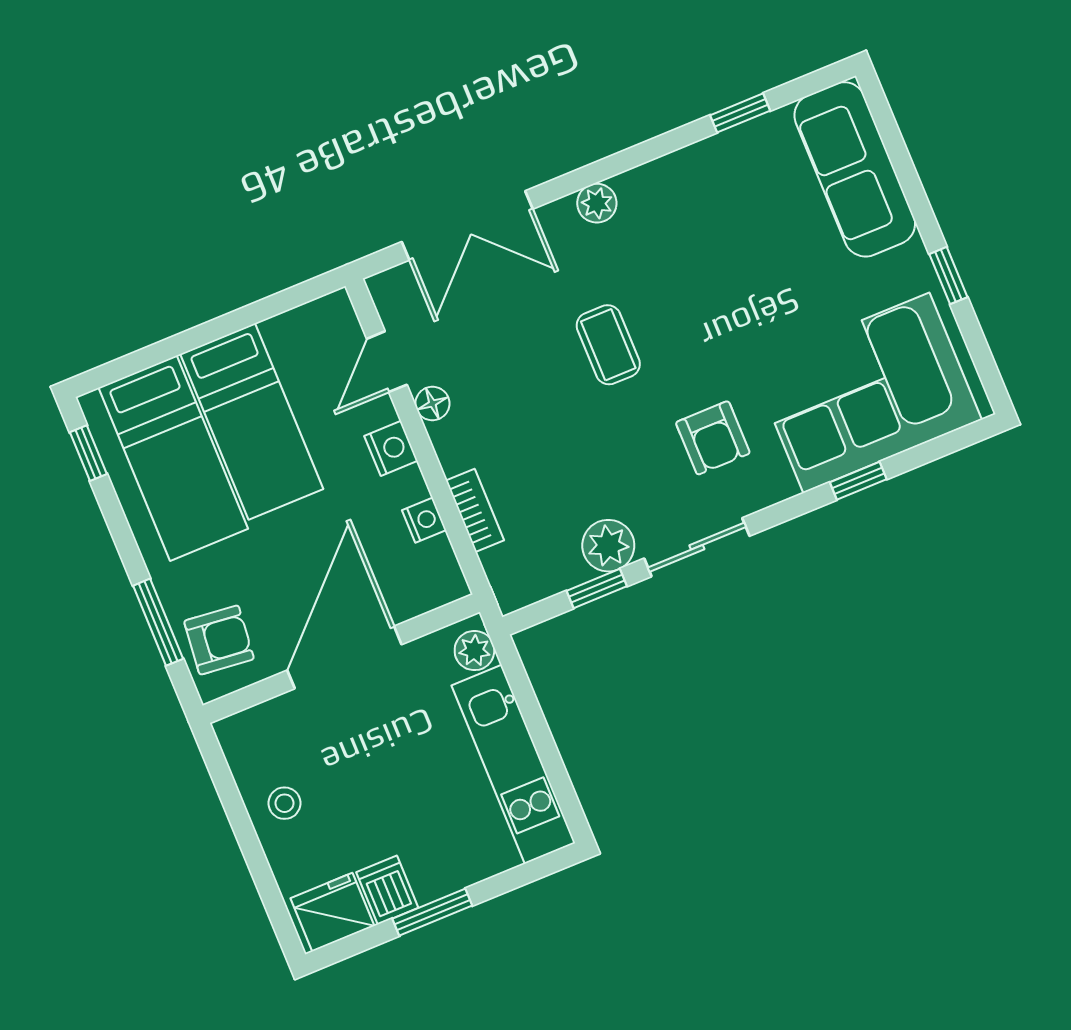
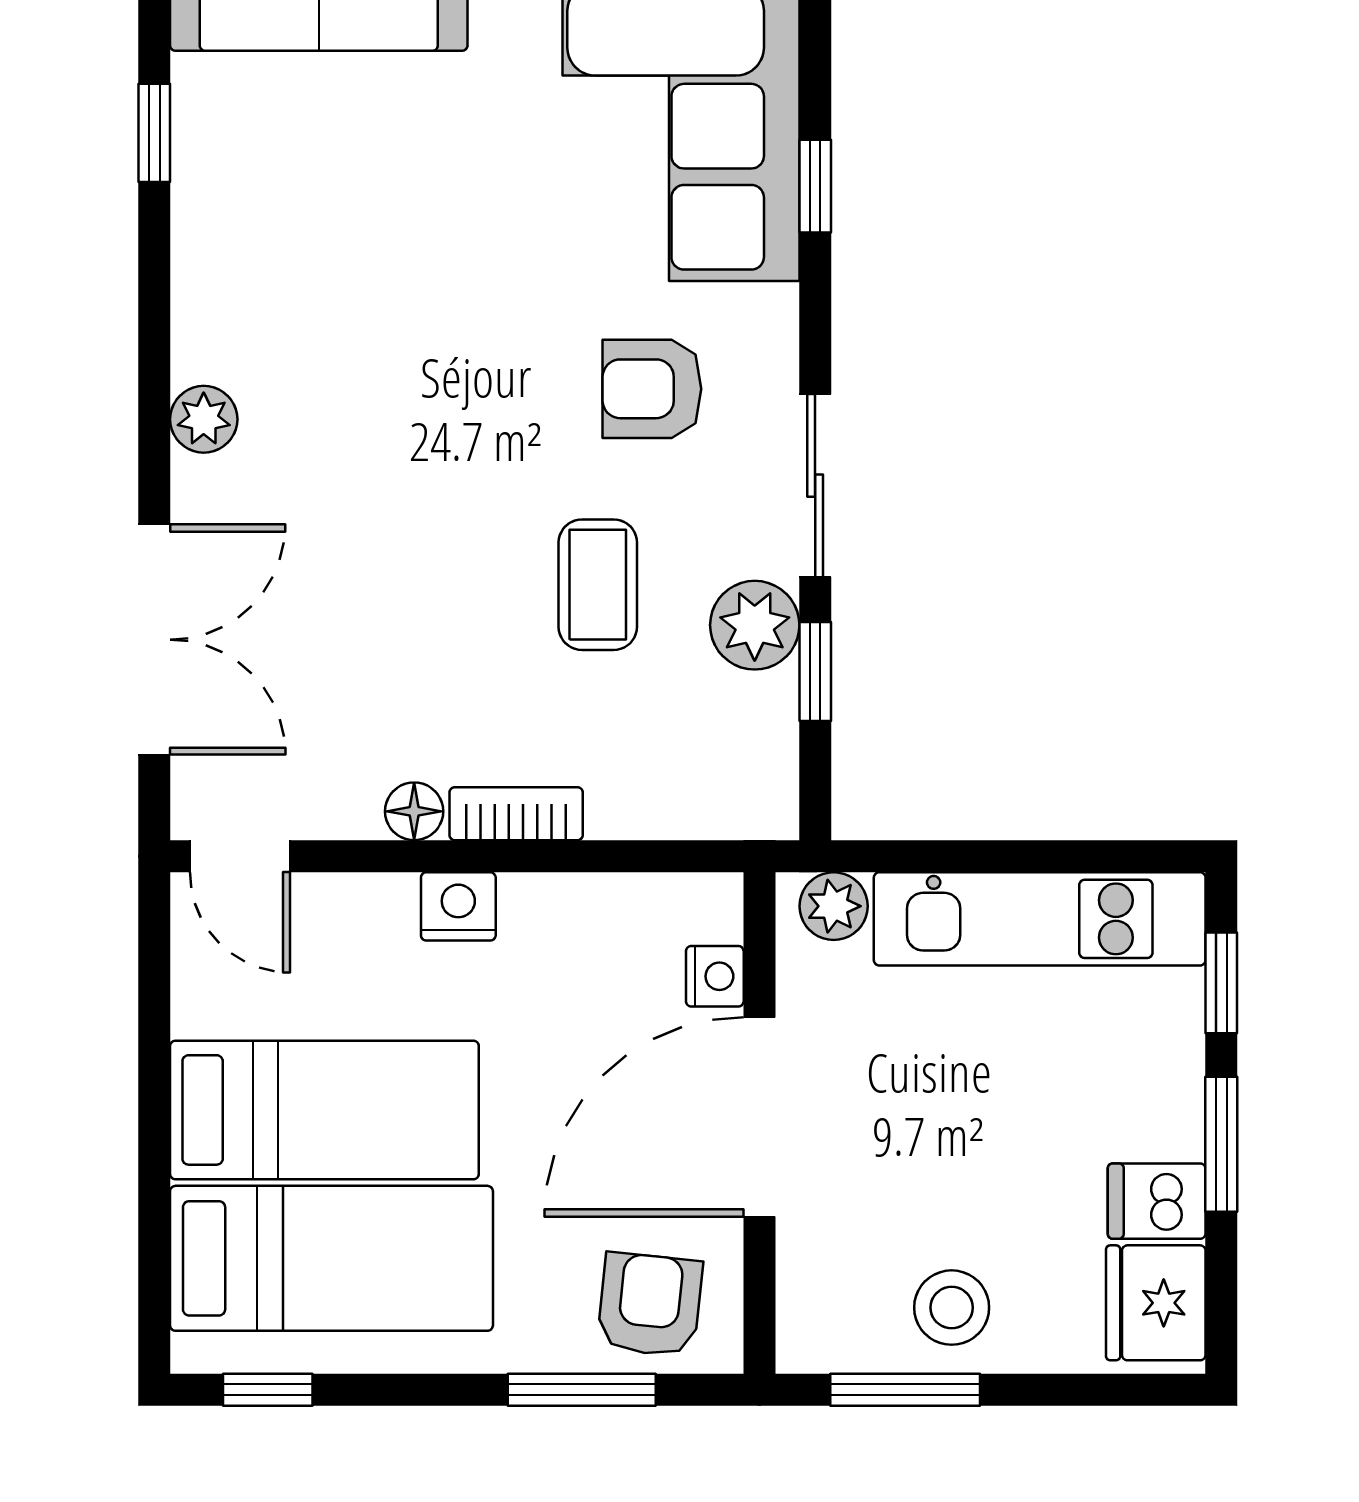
coffee table: (608, 345) -> (598, 585), moved, turned 90
door: (387, 362) -> (240, 856), moved
armchair: (713, 438) -> (652, 389), turned 180
bookcase: (475, 510) -> (516, 814), moved
nightstand: (424, 520) -> (715, 976), moved, turned 90
door: (344, 657) -> (759, 1117), hinge flipped
window: (230, 796) -> (905, 1390), added
stool: (284, 803) -> (952, 1308), width x1.37, depth x1.37
window: (519, 876) -> (1221, 983), added

